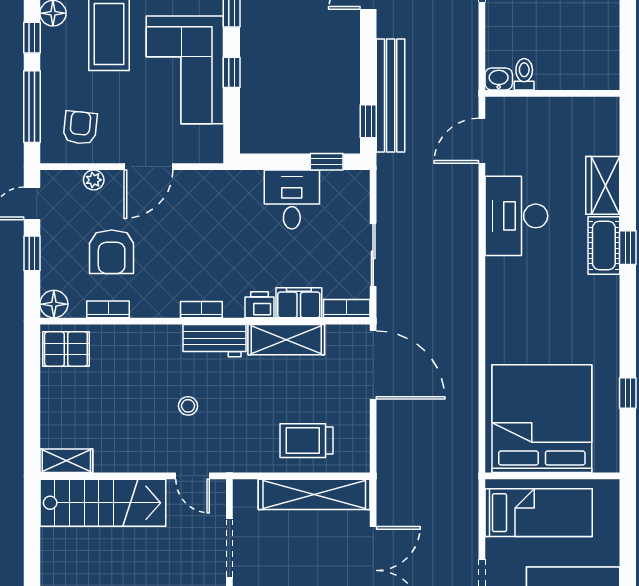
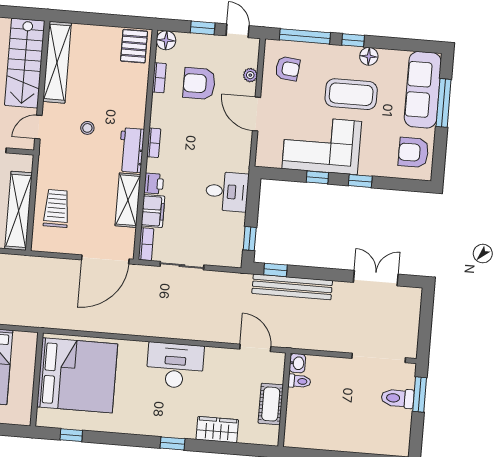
desk: (292, 199) -> (227, 192), moved
desk: (516, 216) -> (175, 365), moved
cot: (604, 246) -> (271, 404), moved, turned 90
bed: (542, 419) -> (77, 375), moved
shelving: (66, 461) -> (57, 62), width x2.20, depth x1.33
wall: (552, 476) -> (37, 379), moved

